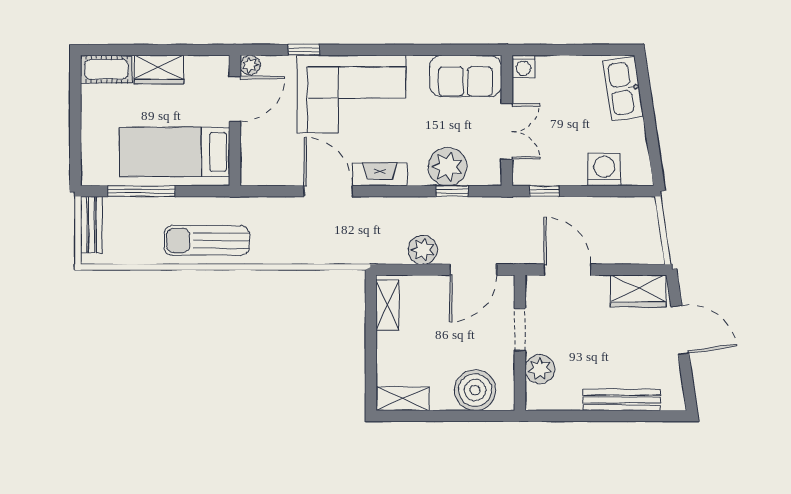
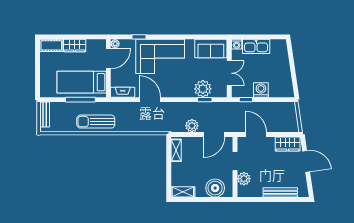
kitchen sink: (623, 88) -> (256, 46), moved, turned -82
washing machine: (604, 169) -> (261, 90), moved
fireplace: (380, 174) -> (123, 92), moved
window: (141, 191) -> (80, 100), moved

